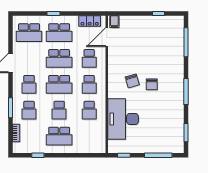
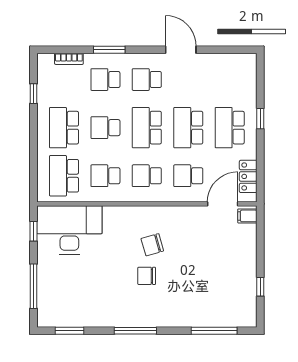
school desk: (29, 33) -> (64, 176), moved
door: (107, 37) -> (223, 204), hinge flipped
desk: (123, 119) -> (69, 230), moved

